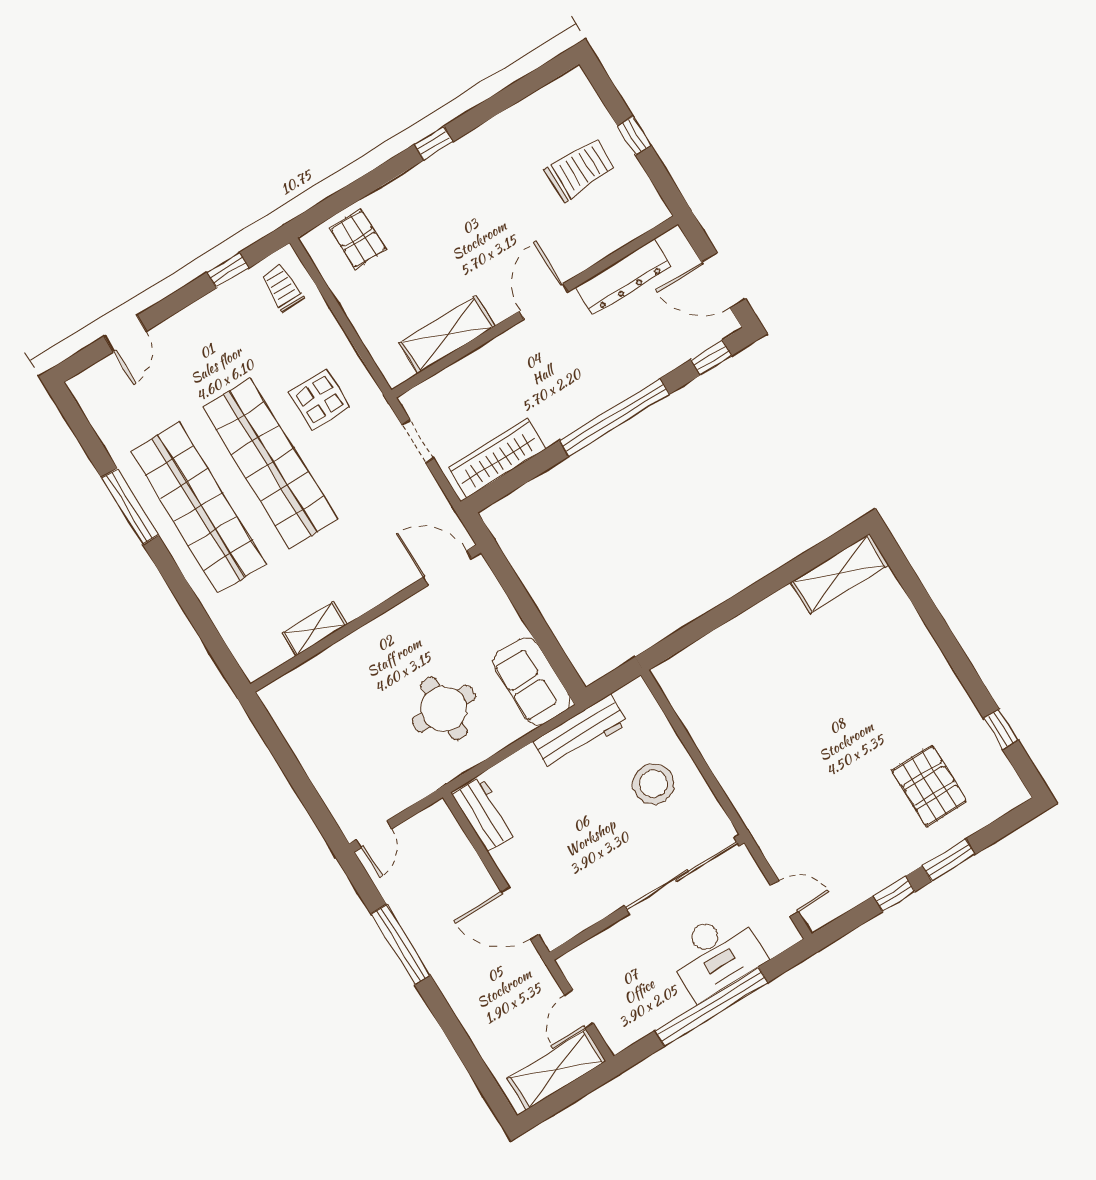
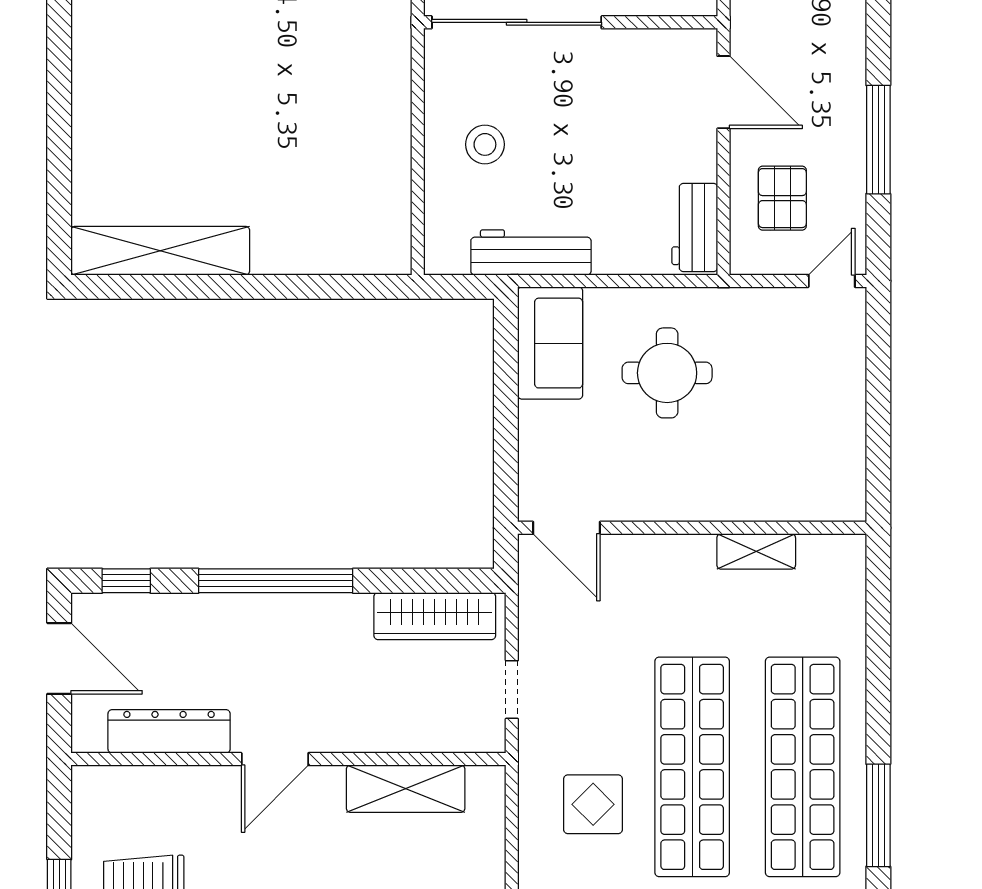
shelving: (840, 574) -> (160, 251), width x1.47
stool: (653, 784) -> (485, 144), width x0.73, depth x0.73
pallet: (439, 868) -> (782, 198), added

